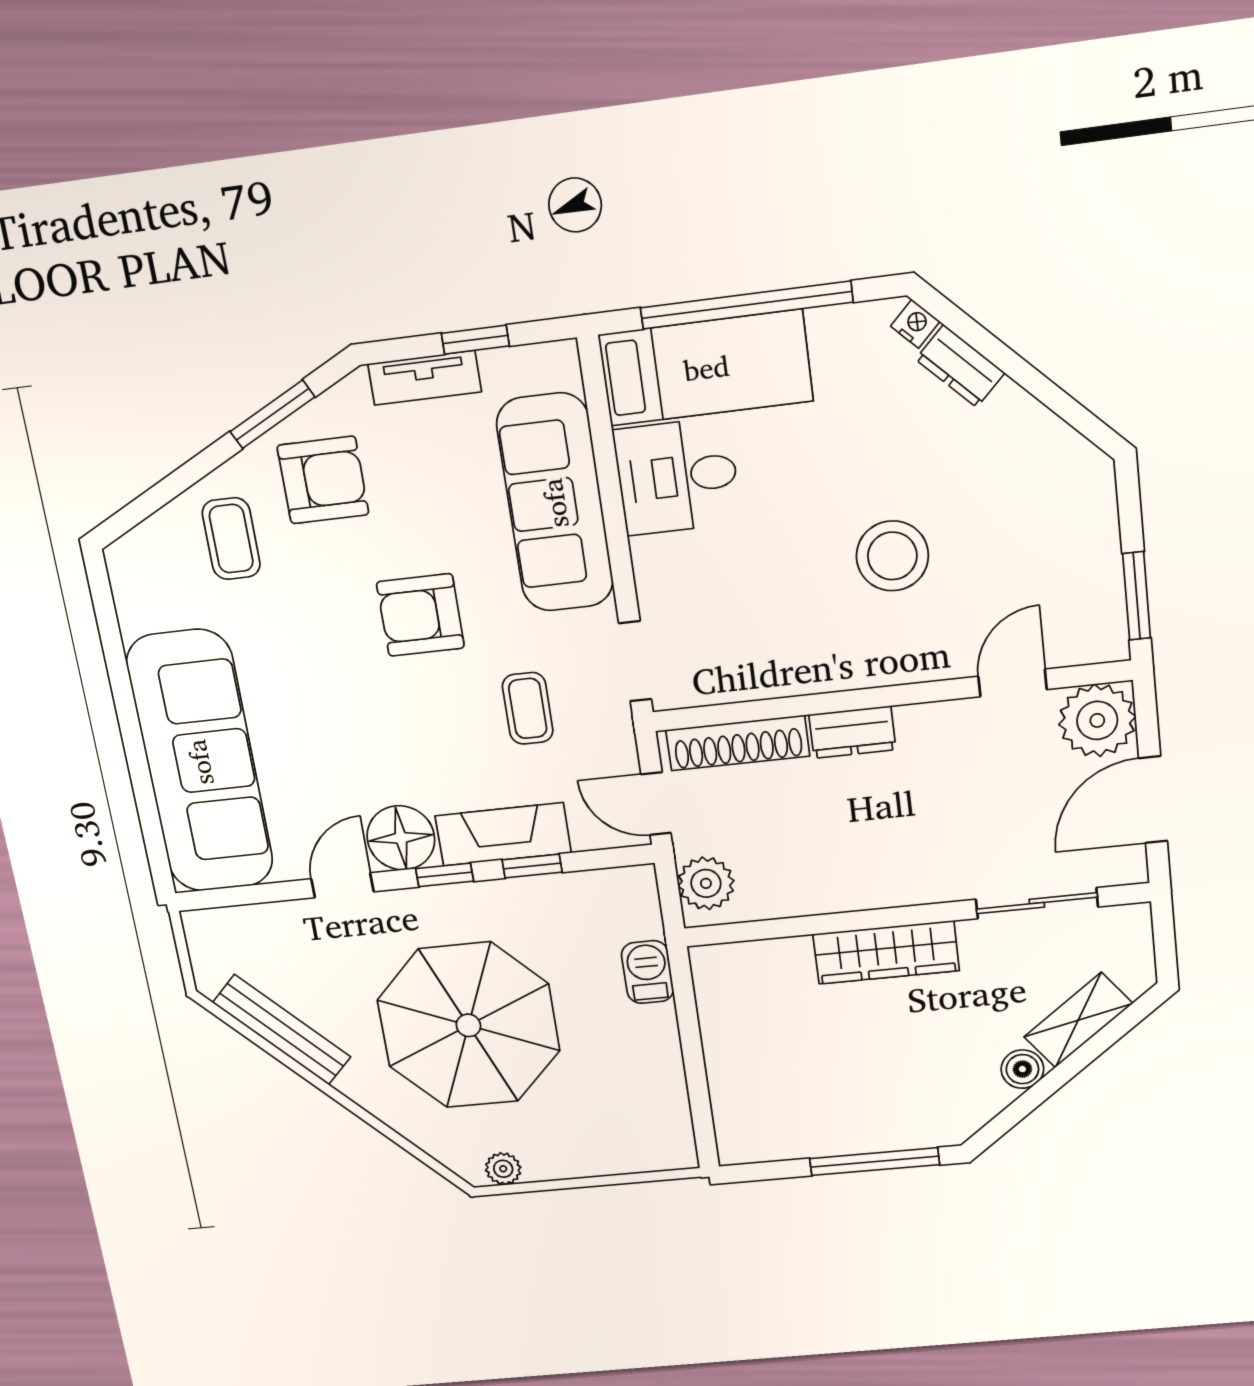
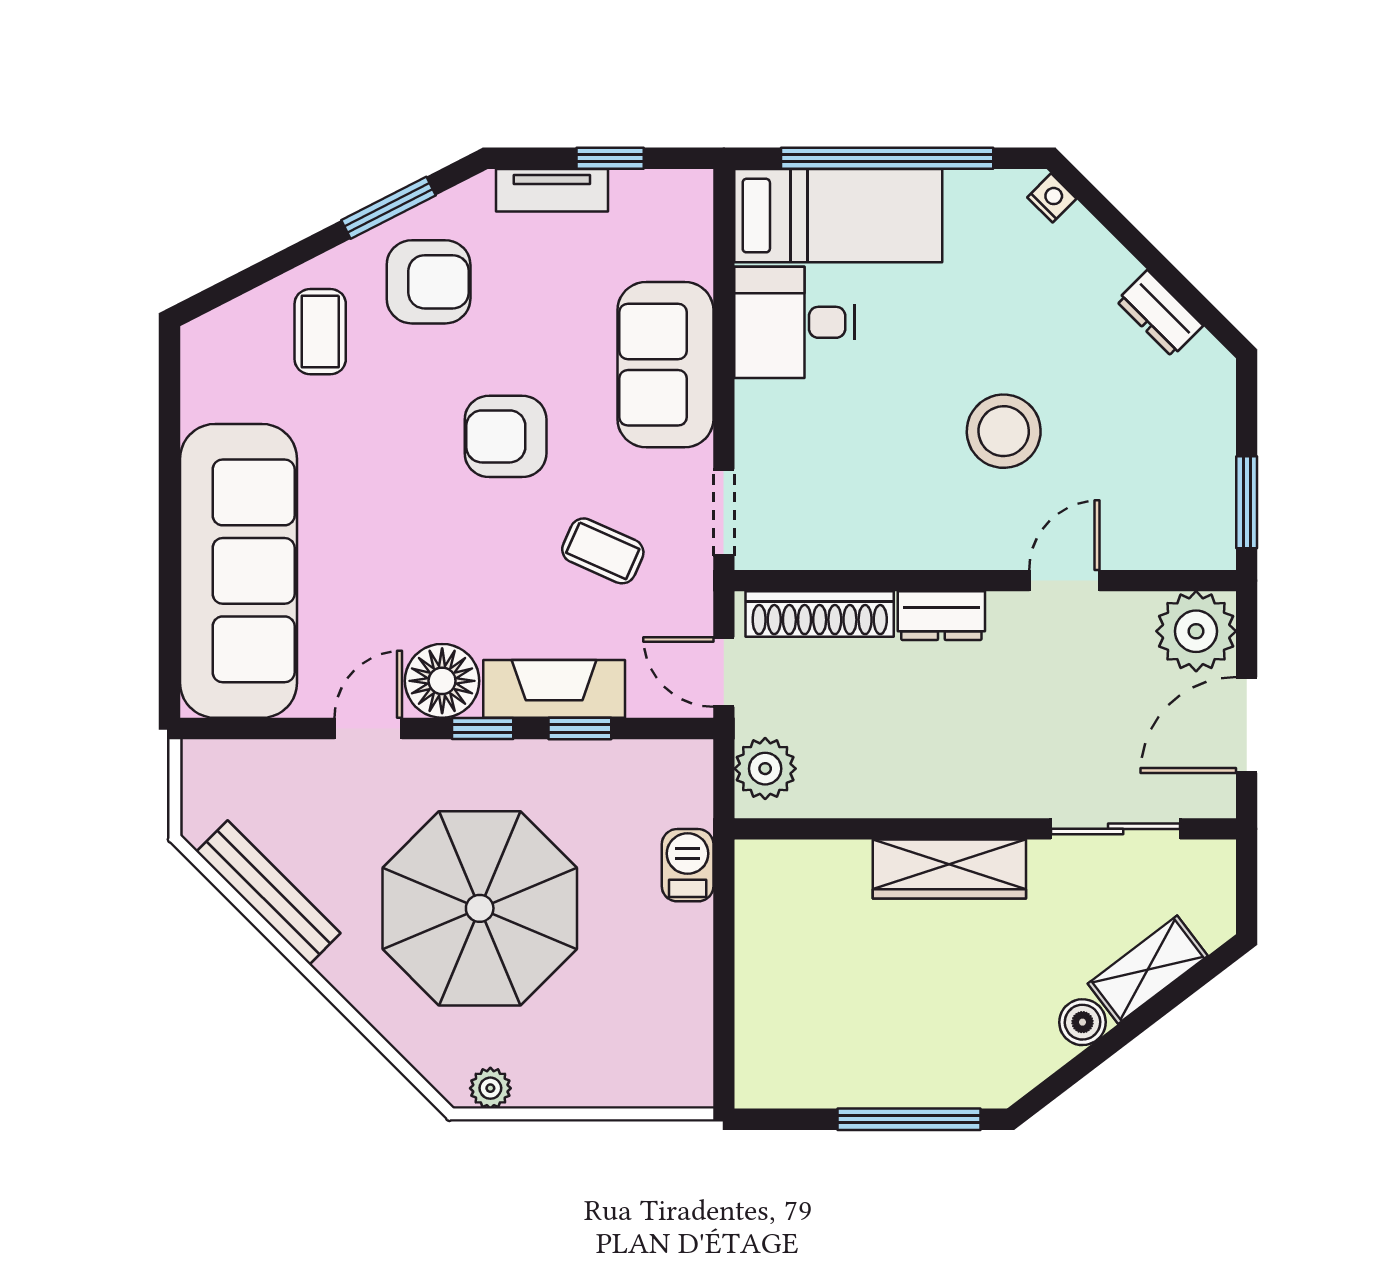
dresser: (960, 366) -> (1160, 313), moved
sofa: (555, 503) -> (665, 365), width x0.73
door: (1012, 683) -> (1064, 581), moved
coffee table: (528, 708) -> (603, 551), turned -66

